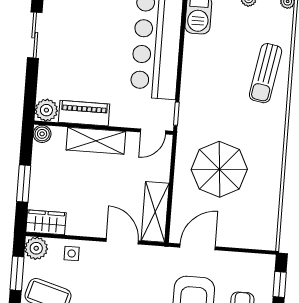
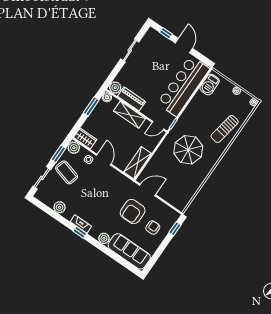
parasol: (219, 169) -> (188, 150), moved
window: (24, 184) -> (91, 106), moved
door: (122, 241) -> (104, 160), moved

